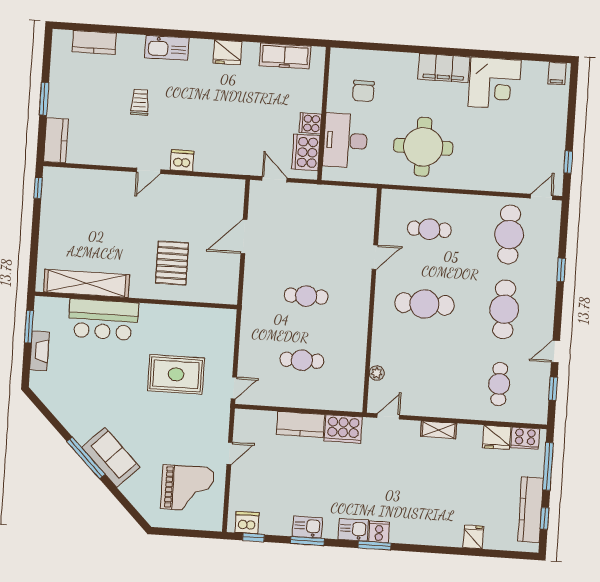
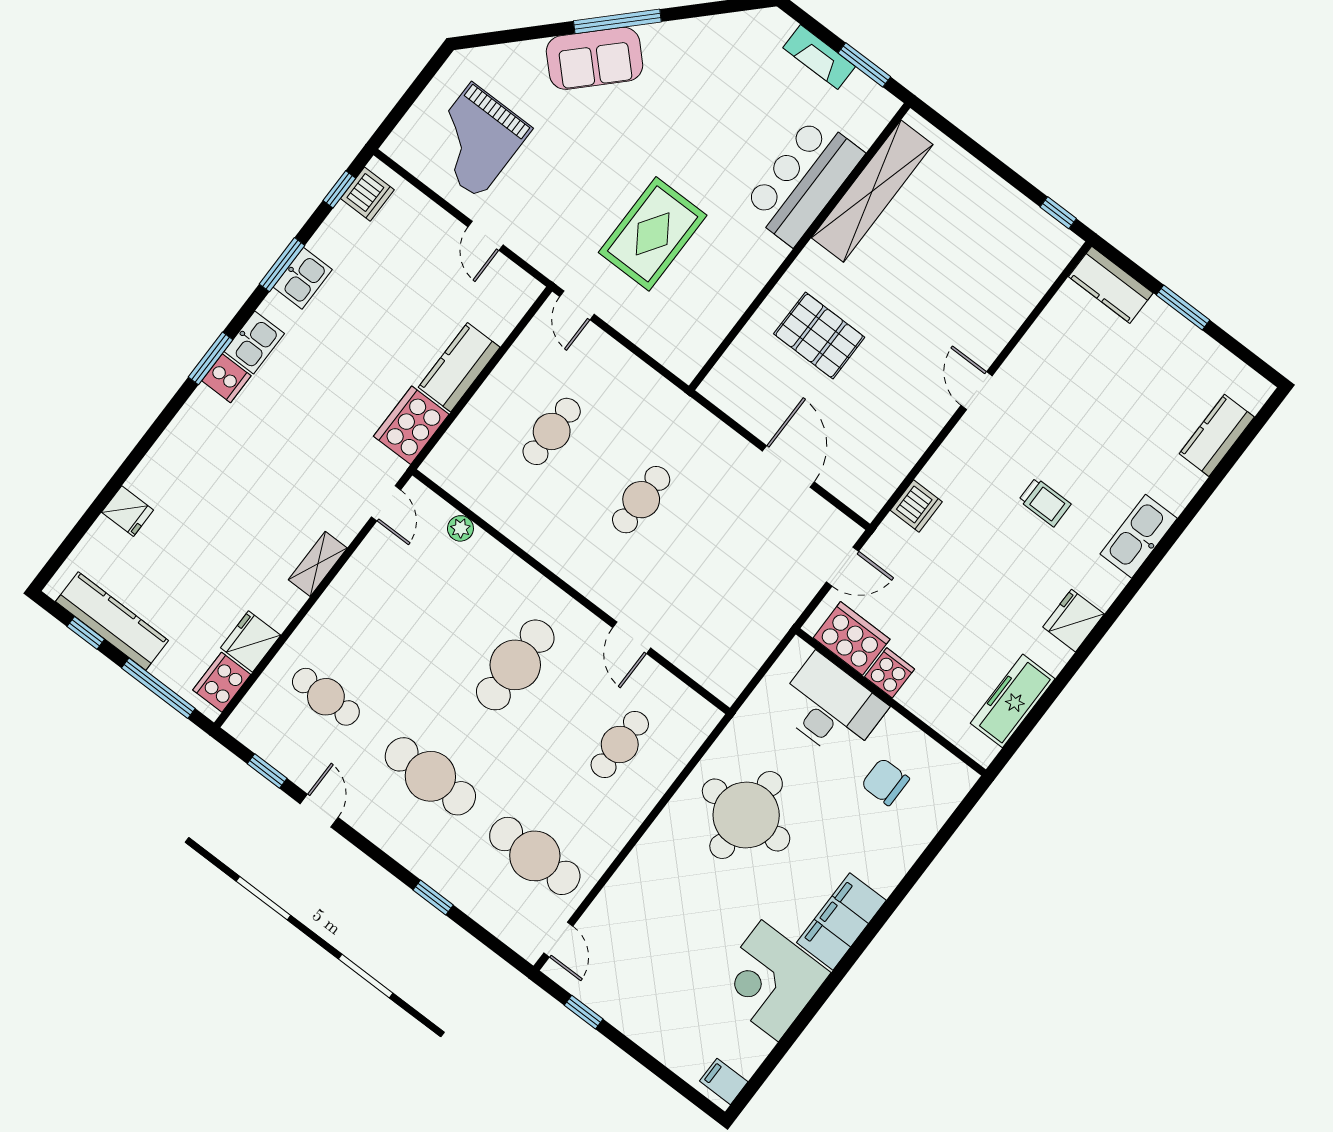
trolley: (140, 102) -> (1045, 502), moved
dishwasher: (182, 160) -> (916, 506), moved

